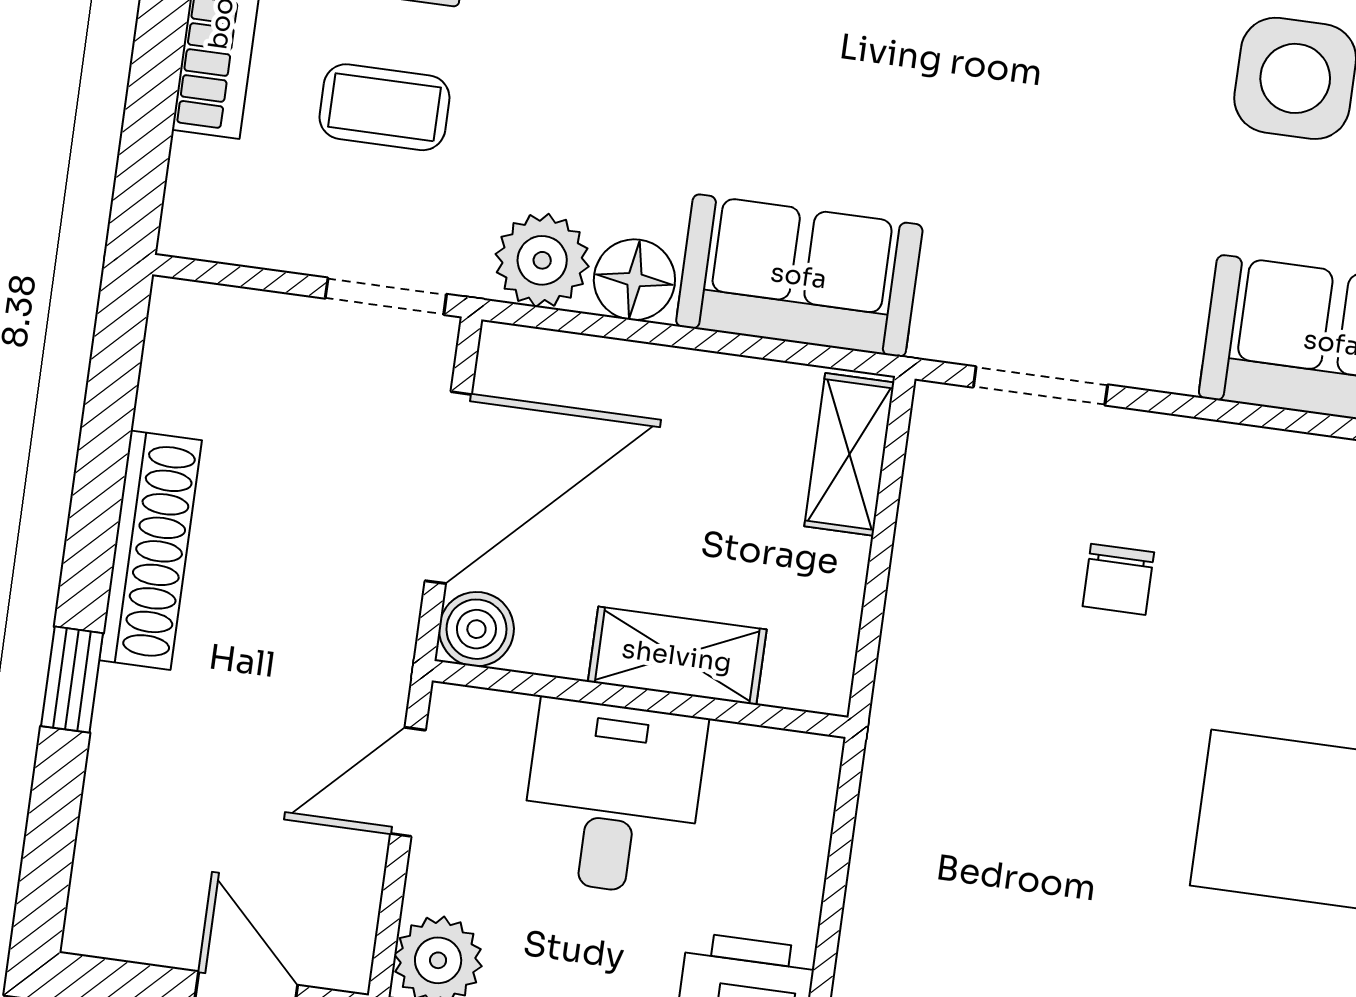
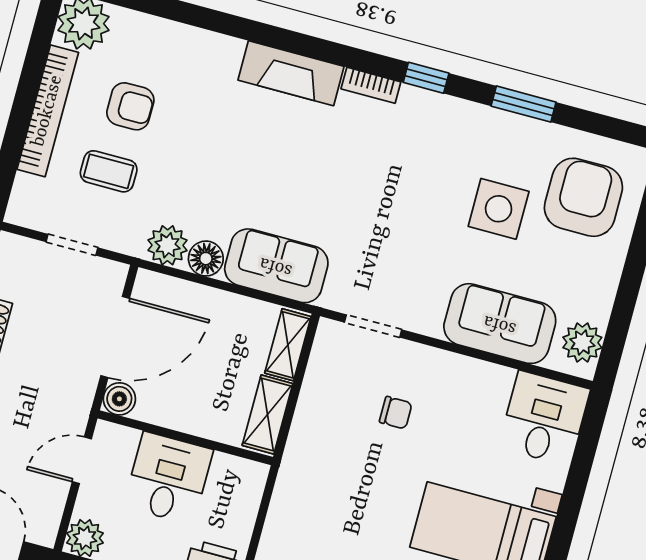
doorway: (386, 296) -> (72, 245), moved
chair: (1118, 579) -> (396, 413), turned -90
shelving: (677, 656) -> (268, 415), moved, turned 90

